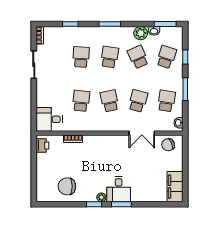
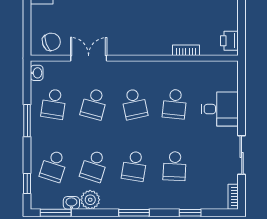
school desk: (138, 57) -> (94, 166), turned 42
window: (185, 57) -> (27, 183), moved
desk: (49, 119) -> (220, 109), moved

